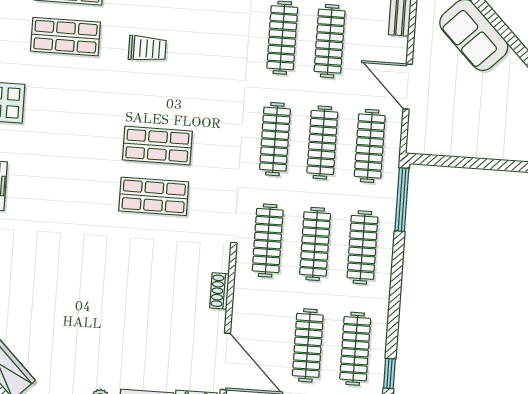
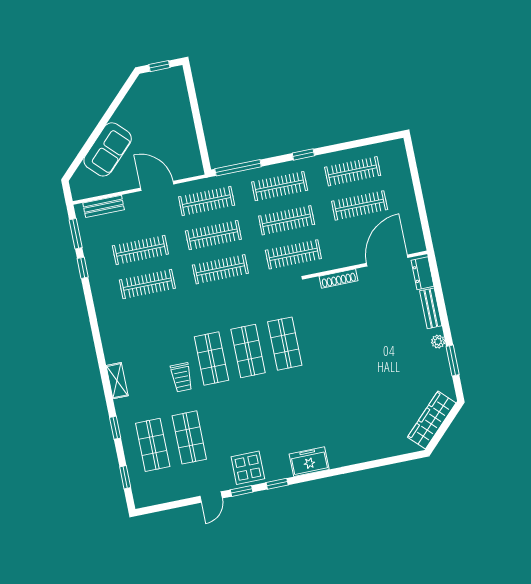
trolley: (147, 49) -> (182, 377), turned 180
door: (408, 87) -> (157, 186), swing flipped
shop shelf: (161, 95) -> (211, 358), added
shoe rack: (219, 291) -> (339, 279), width x1.43
window: (389, 374) -> (303, 154), moved

